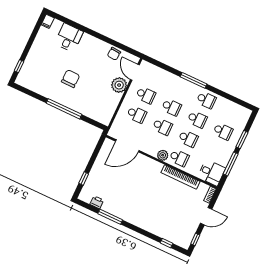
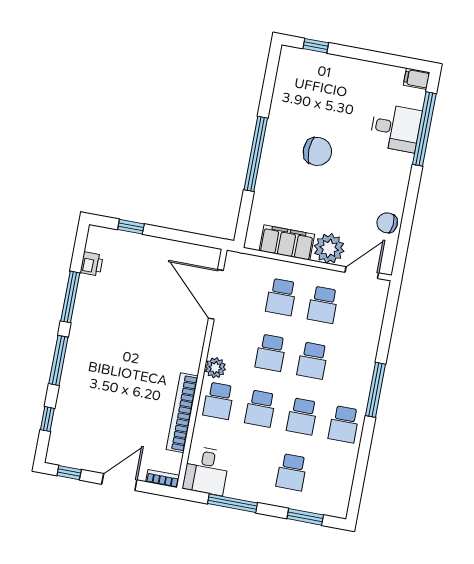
window: (73, 24) -> (424, 129), added
filing cabinet: (111, 105) -> (287, 243), added
window: (242, 140) -> (305, 517), moved
door: (206, 216) -> (119, 482), swing flipped
window: (139, 230) -> (58, 360), added

